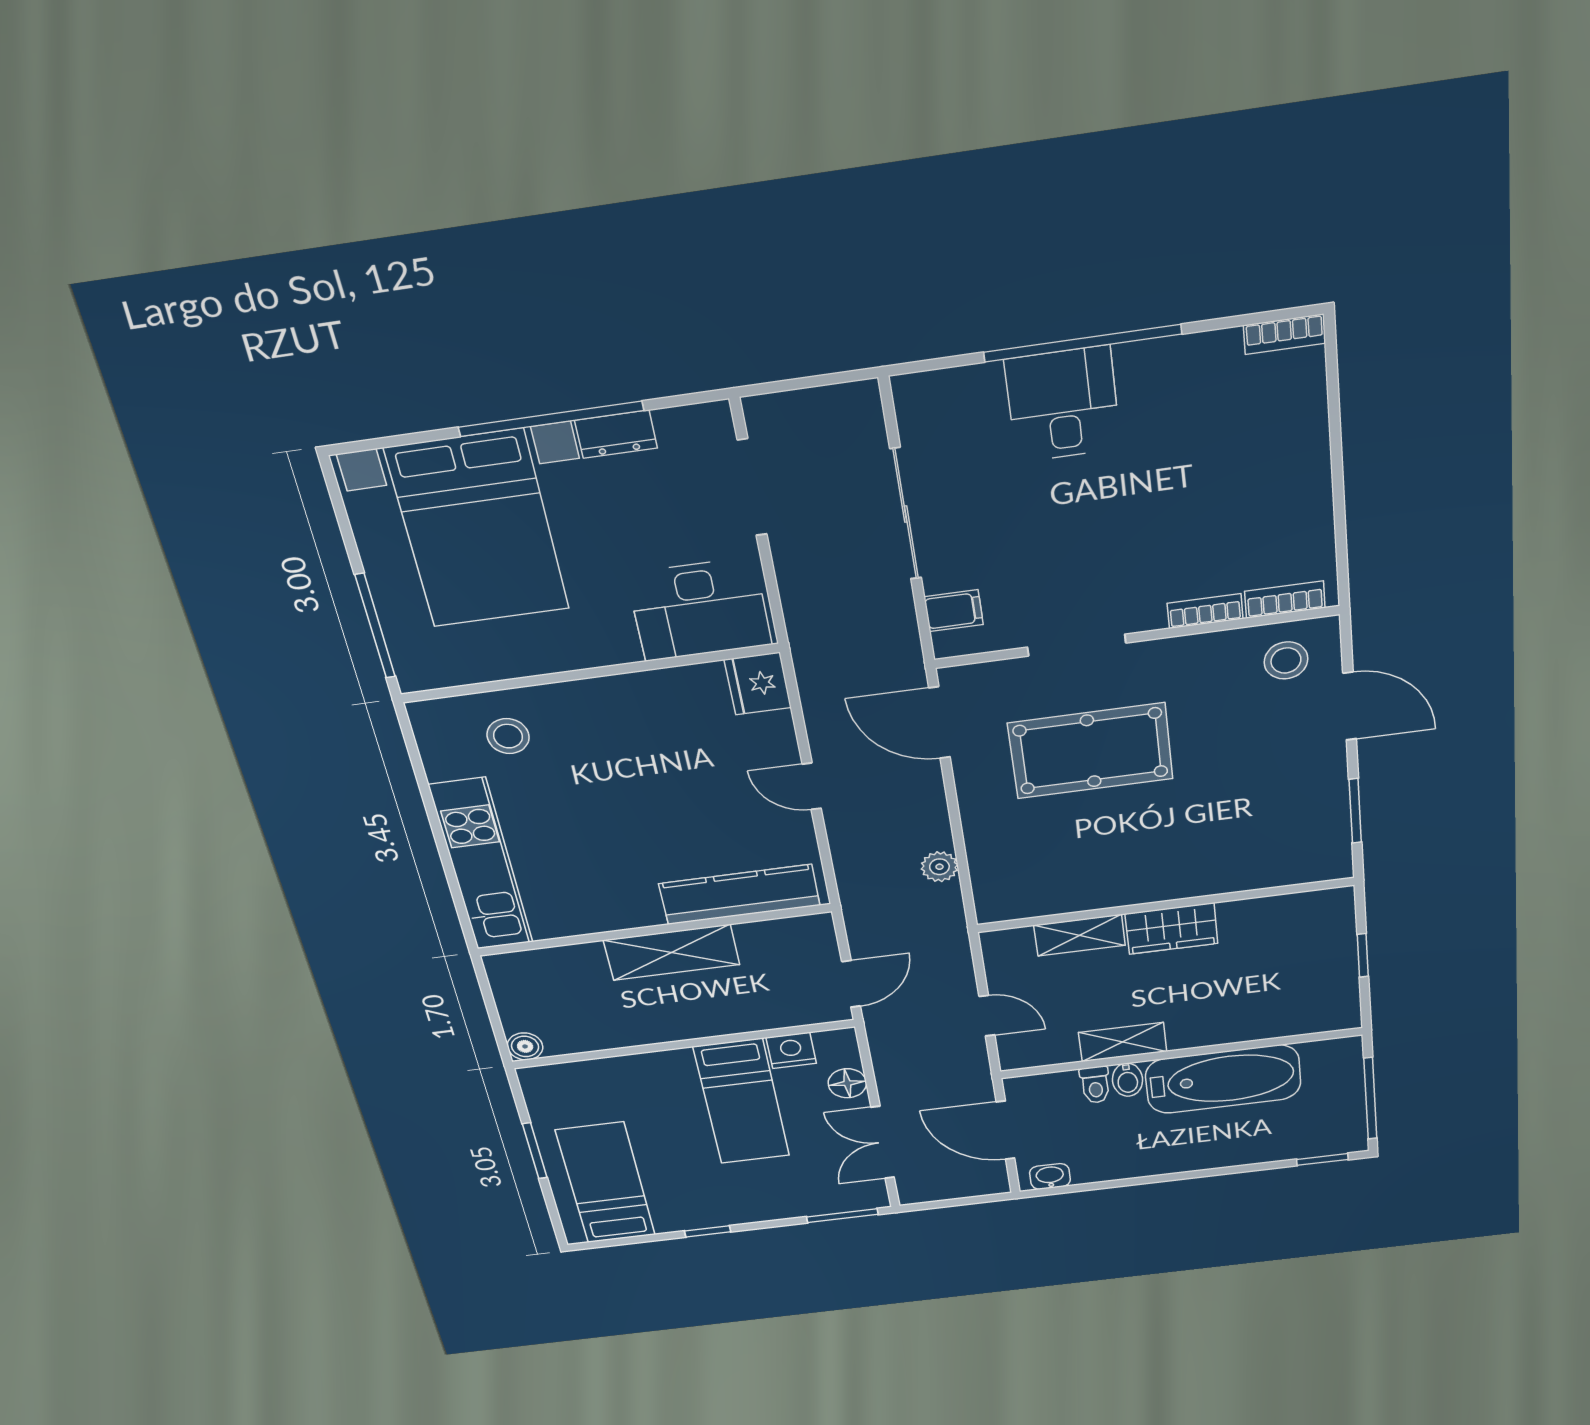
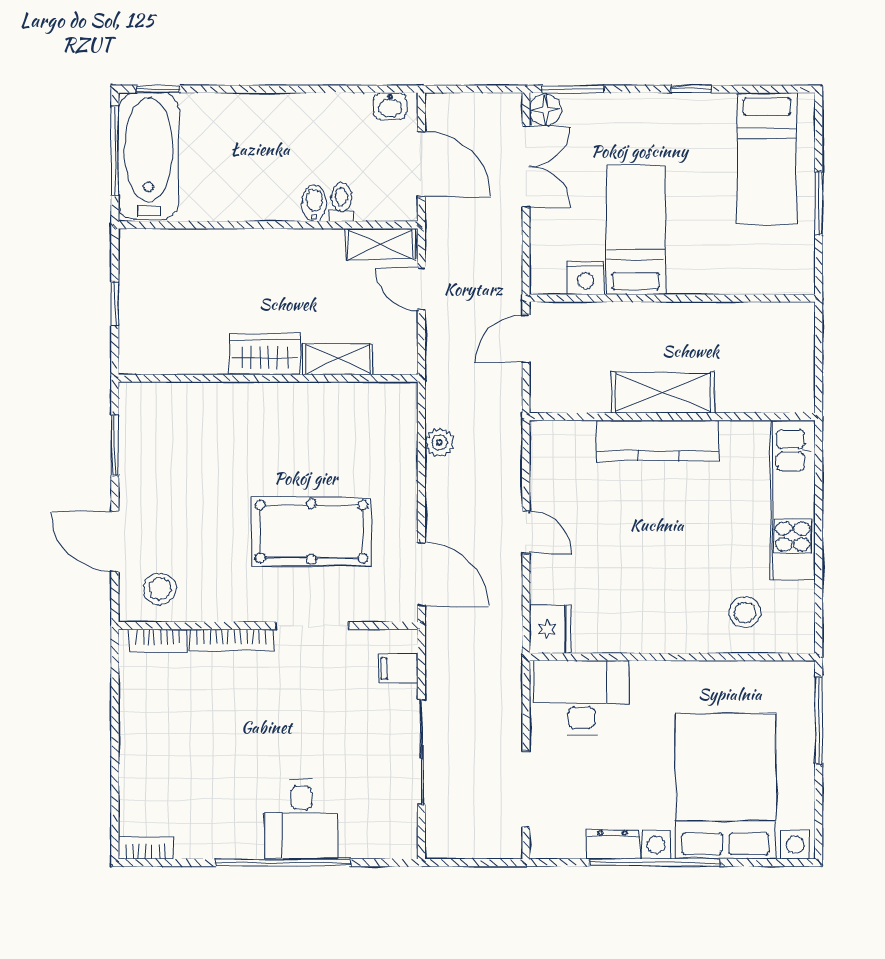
bookcase: (1205, 611) -> (231, 640), width x1.56
kitchen counter: (739, 895) -> (658, 440), moved
shelving: (1123, 1042) -> (380, 244), moved
boiler: (525, 1046) -> (801, 316), removed
bathtub: (1223, 1079) -> (148, 156), moved, turned 90
floor lamp: (847, 1083) -> (545, 110), moved

